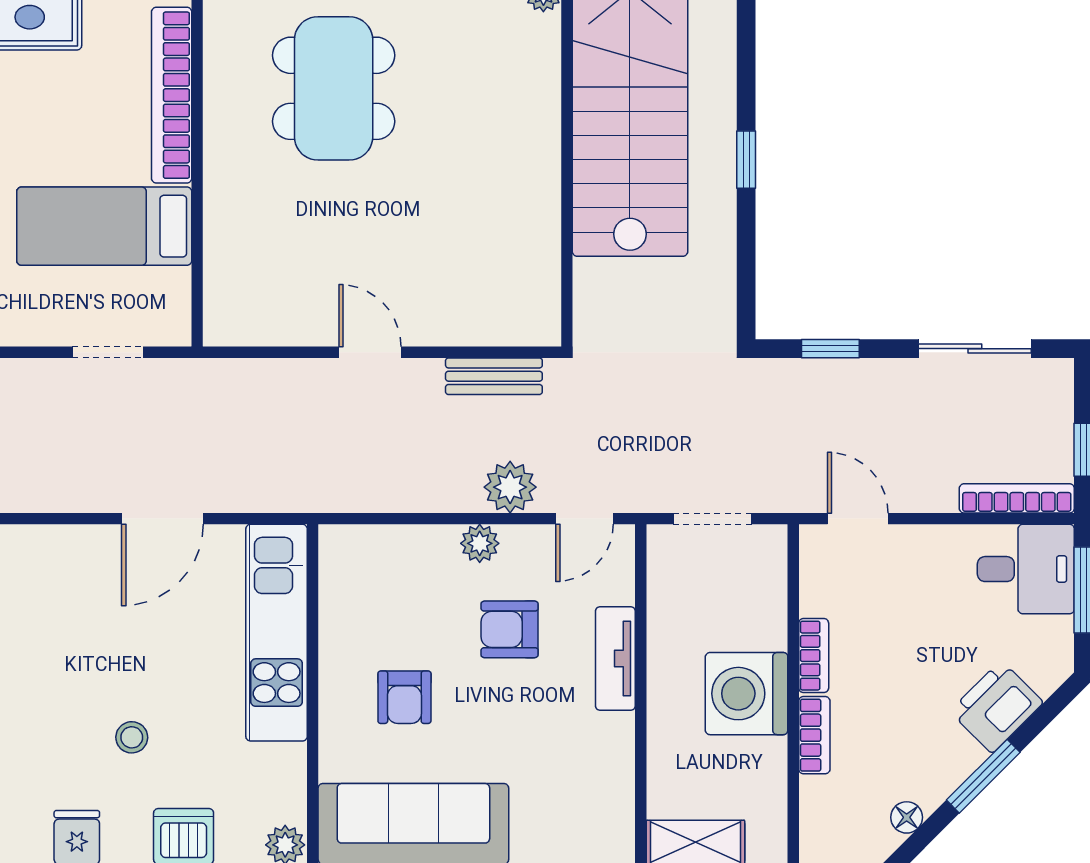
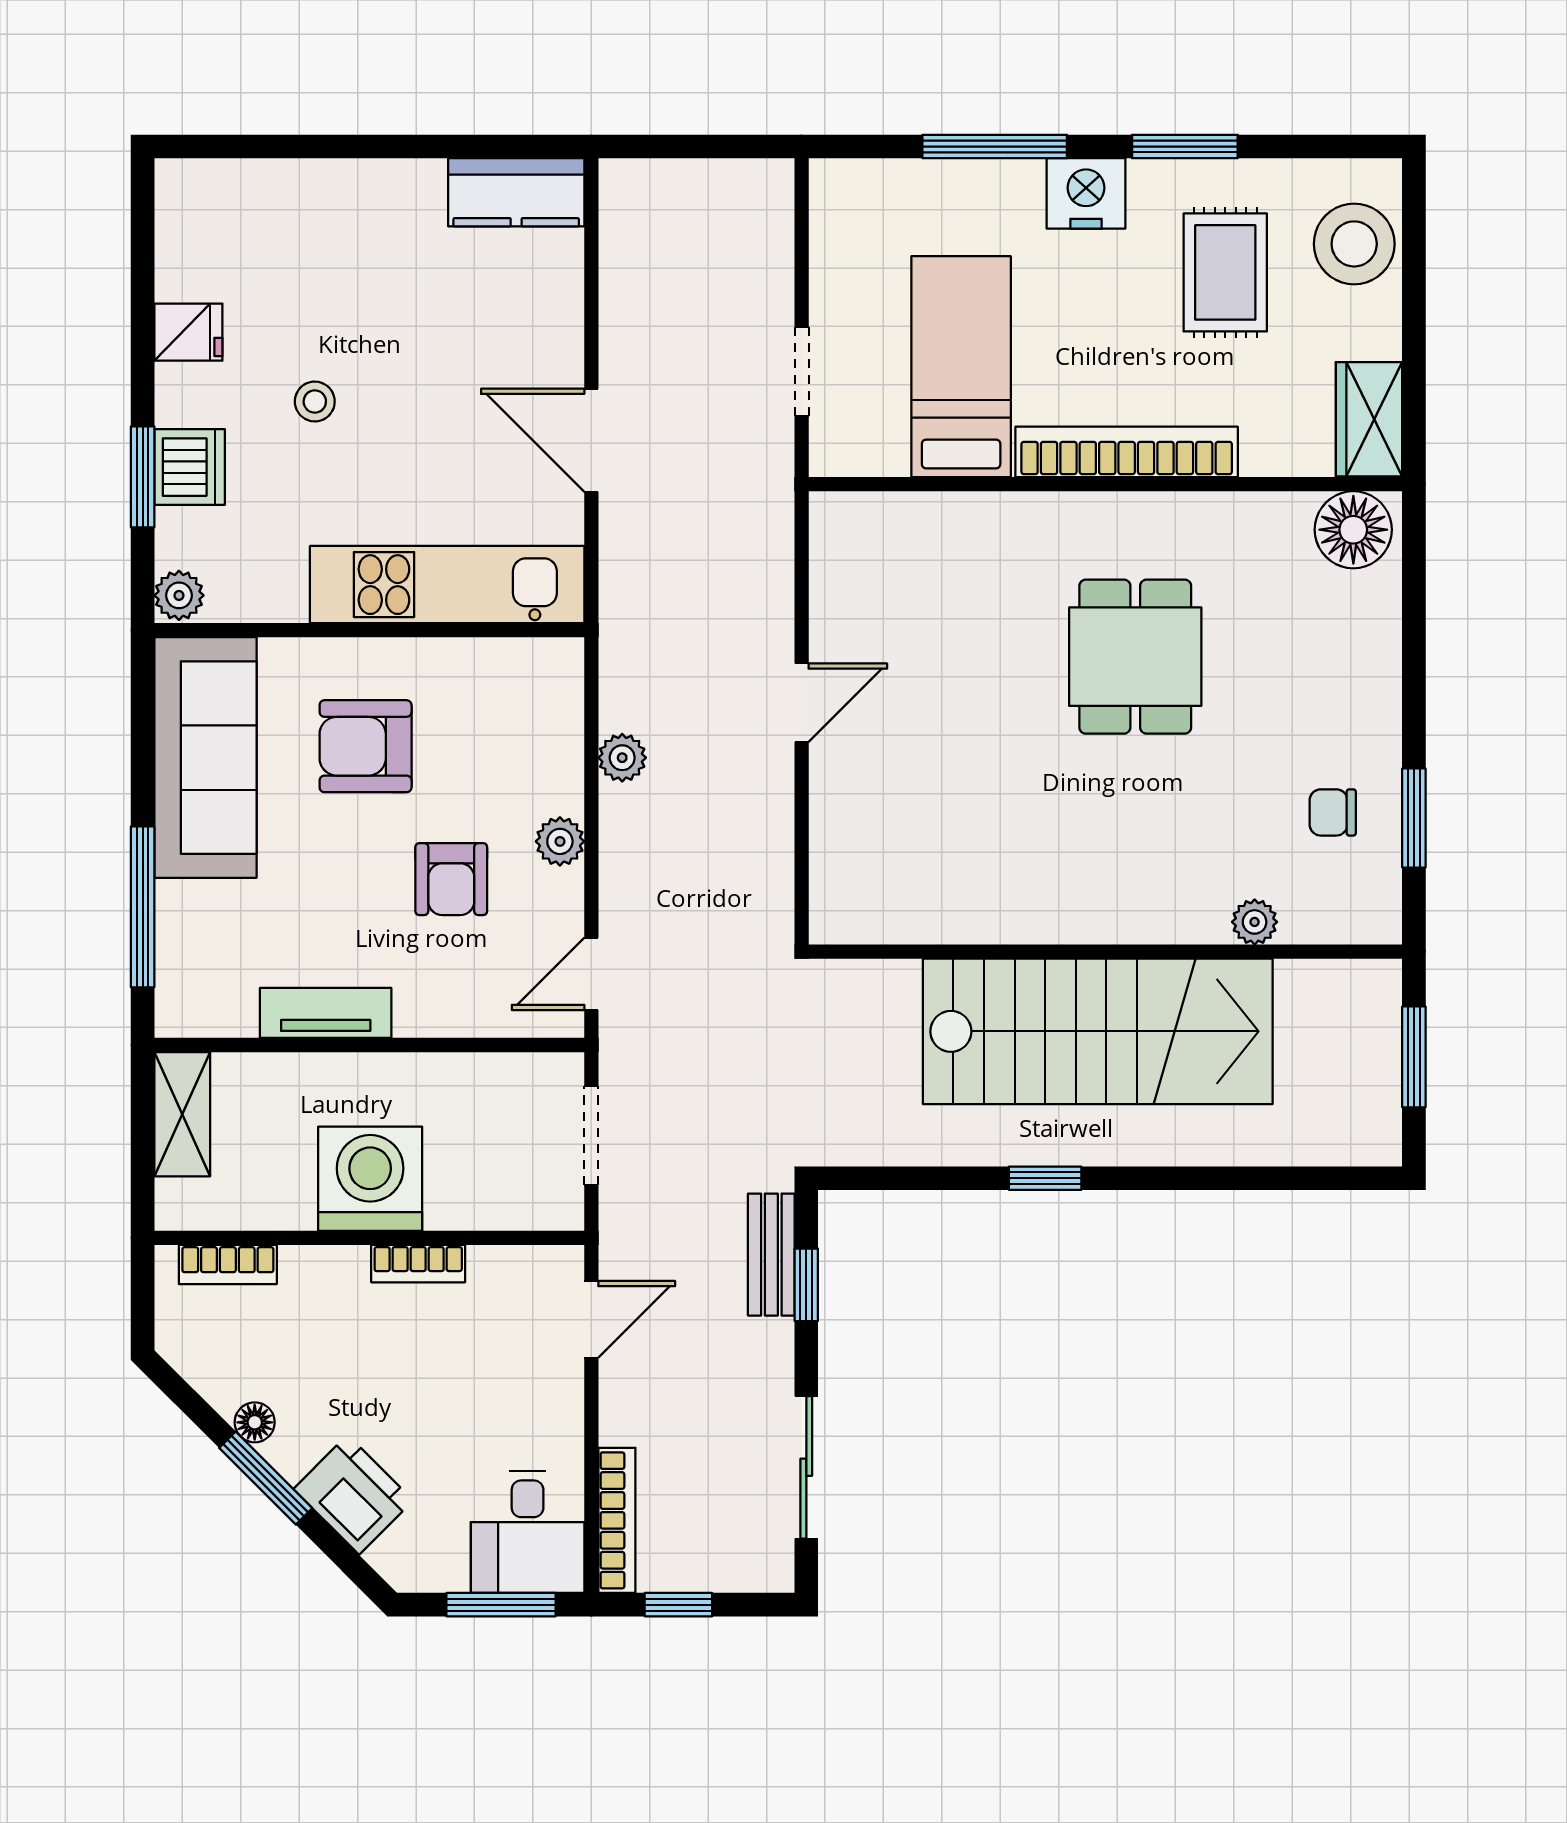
dining table: (334, 88) -> (1135, 657), width x0.73
bench: (494, 376) -> (771, 1255), moved
plant: (510, 487) -> (622, 758), moved, width x0.73, depth x0.73
door: (584, 519) -> (591, 974), hinge flipped
armchair: (510, 629) -> (451, 879), turned 180
tv unit: (615, 658) -> (326, 1013), moved
armchair: (404, 697) -> (366, 746), width x1.38, depth x1.38
bookcase: (814, 735) -> (228, 1264), moved
floor lamp: (907, 817) -> (255, 1422), moved

